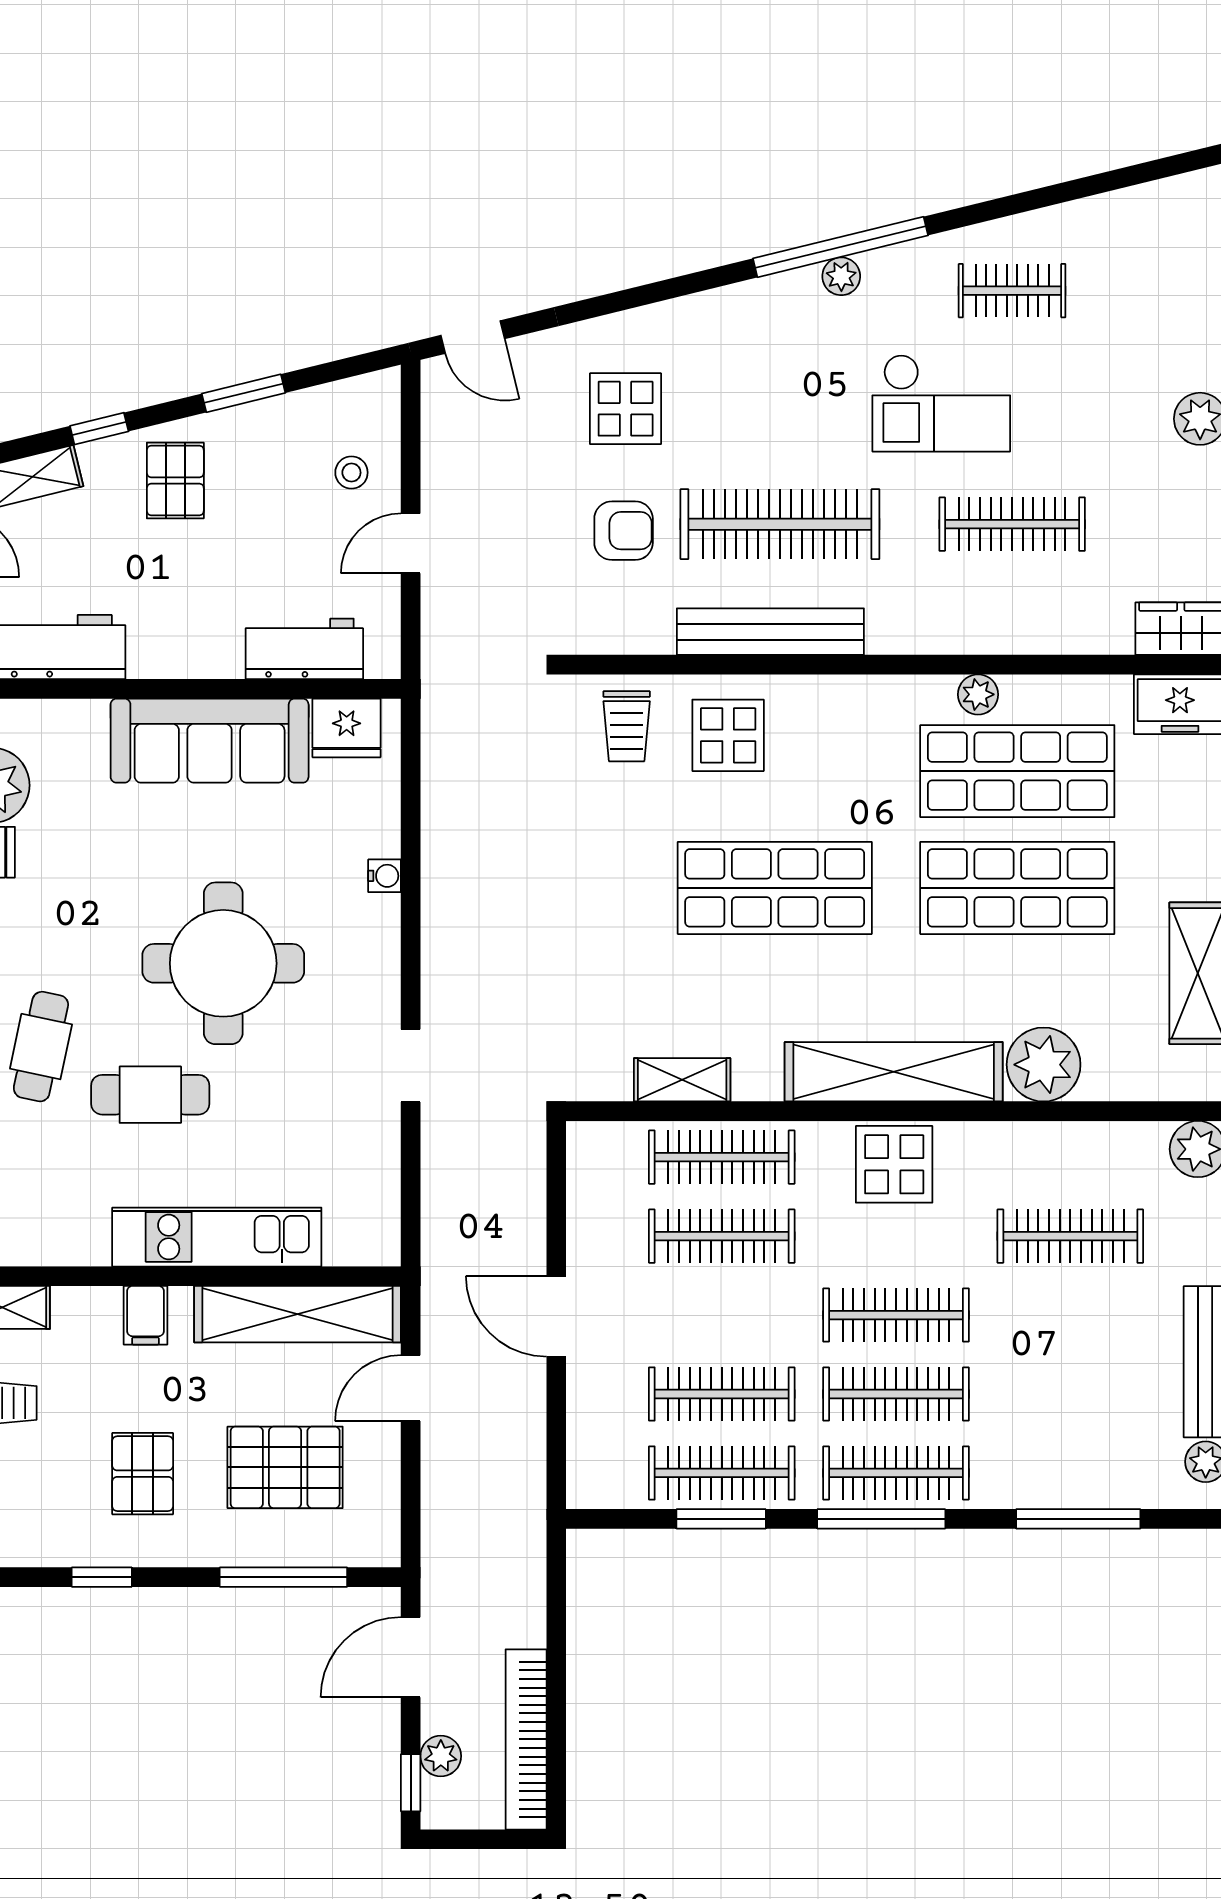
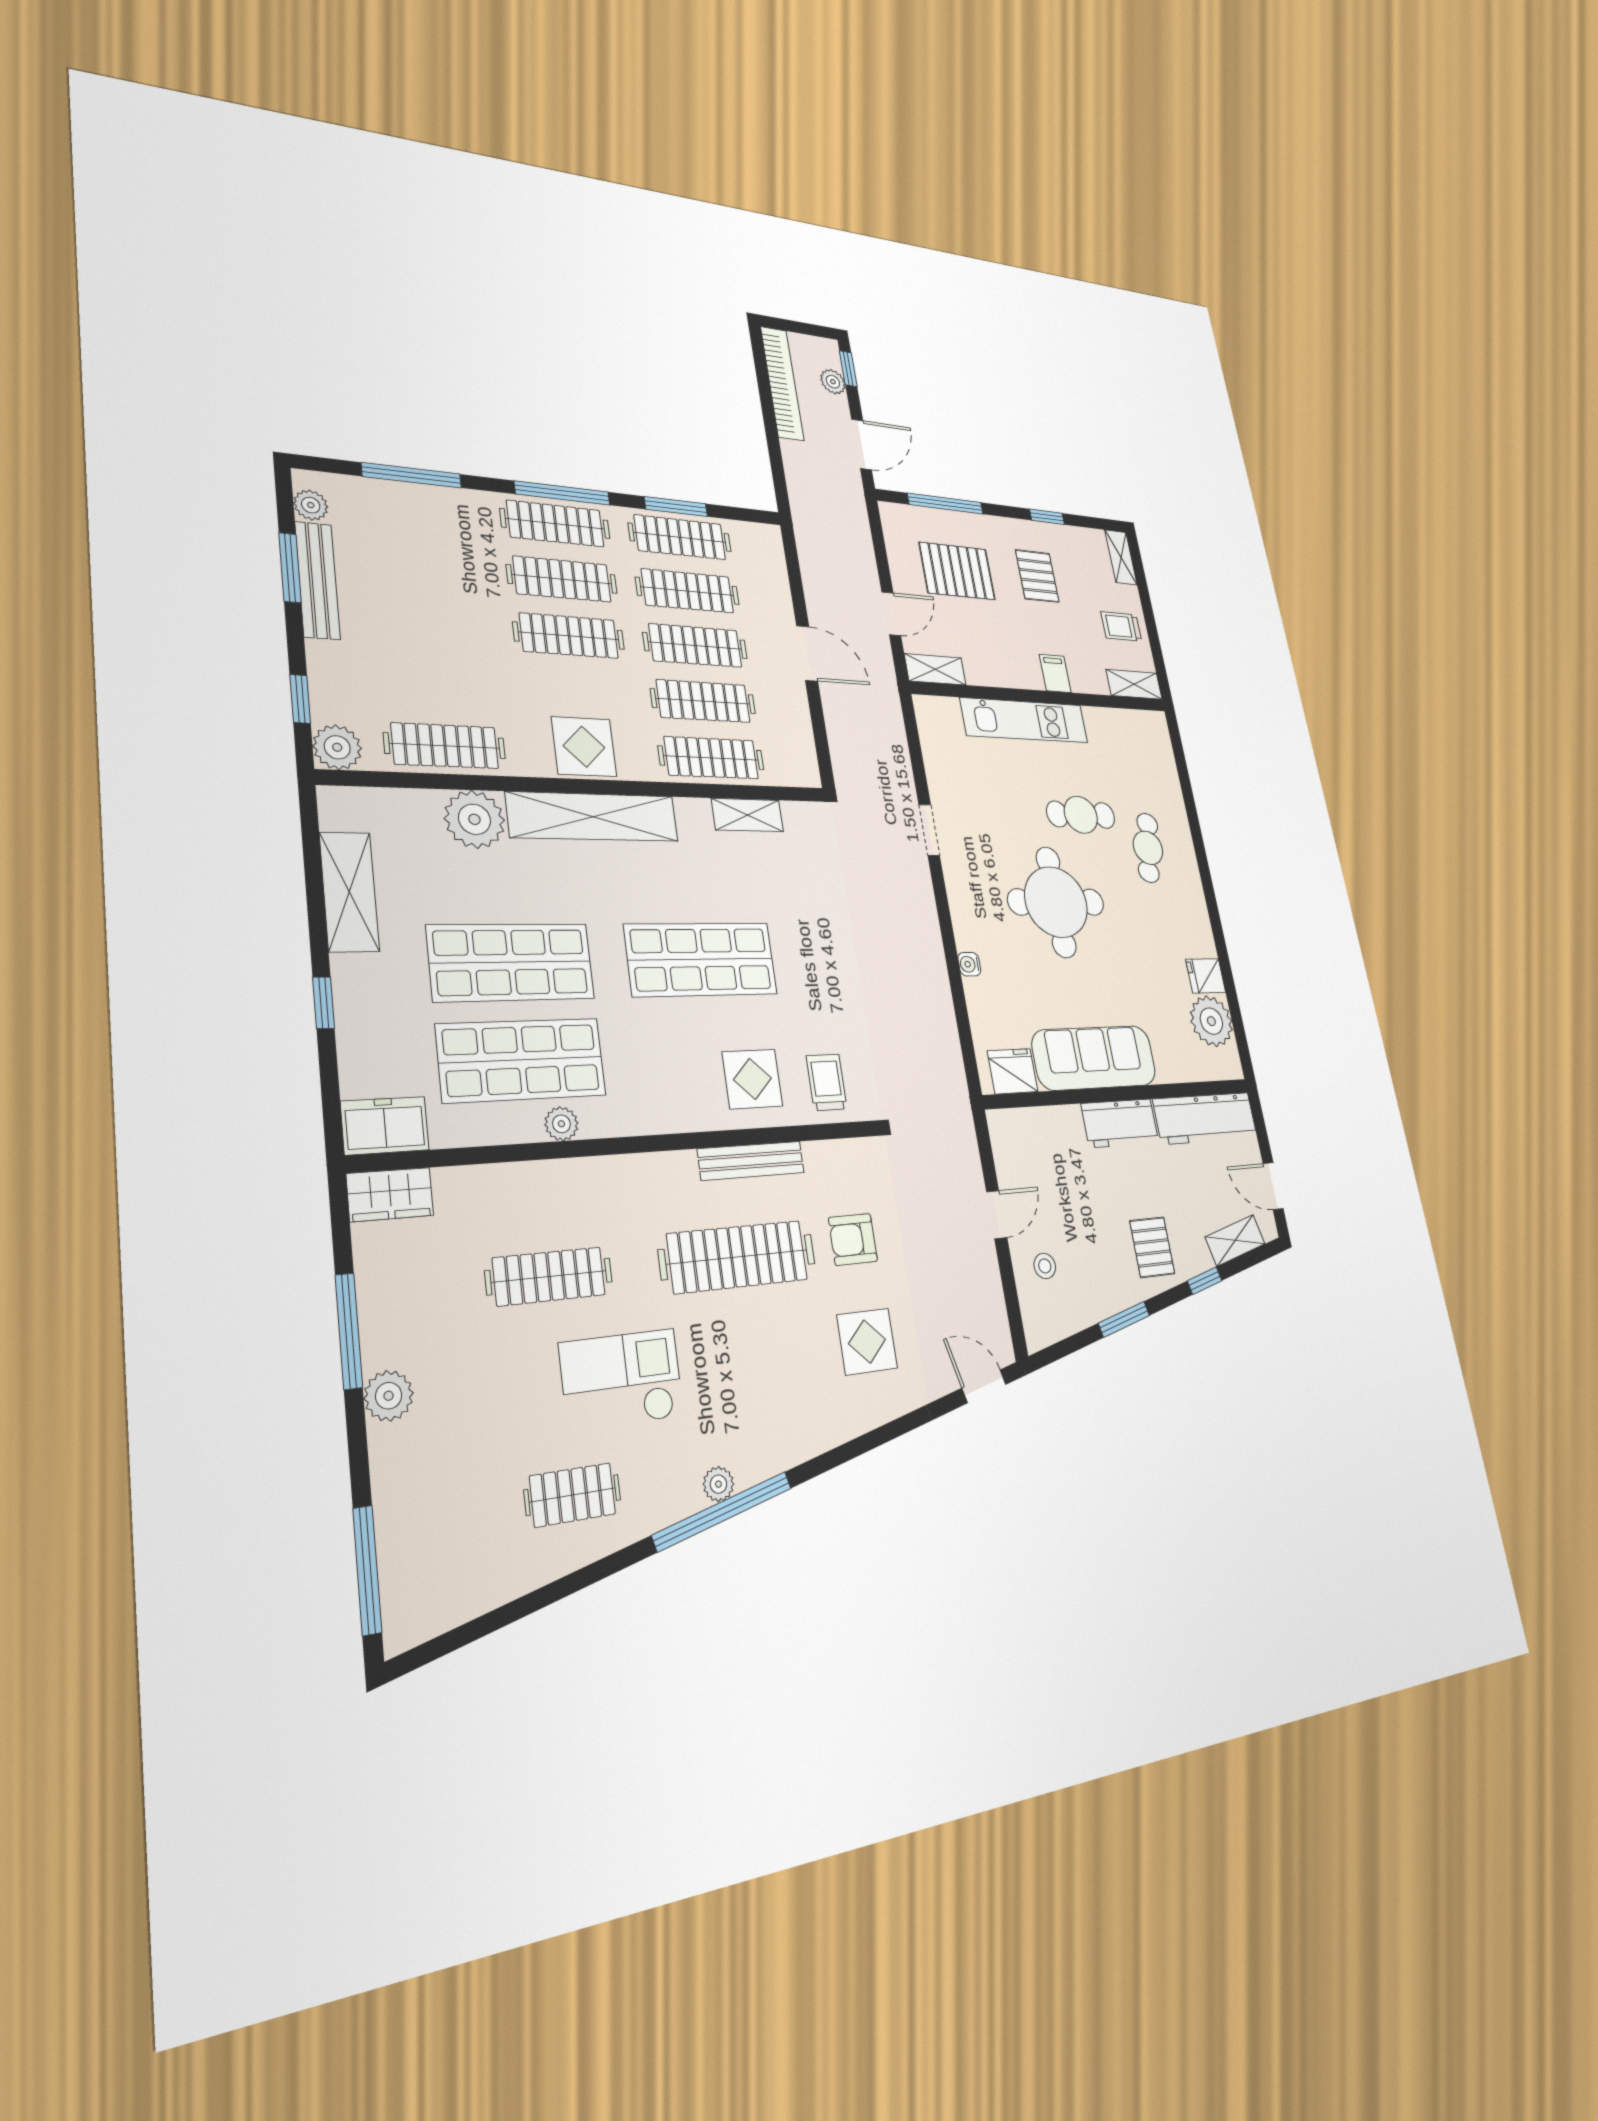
bench: (770, 632) -> (751, 1161), width x0.73, depth x0.82
workbench: (304, 649) -> (1120, 1123), moved
clothes rail: (1070, 1236) -> (445, 746), moved
shelving: (297, 1314) -> (935, 669), width x0.45, depth x0.75
clothes rail: (722, 1315) -> (695, 645), added

